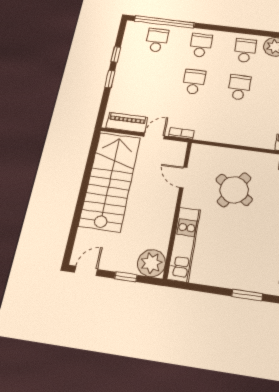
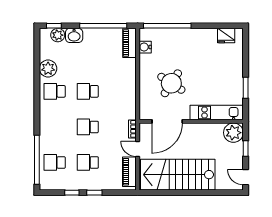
school desk: (201, 45) -> (88, 162), moved
door: (183, 177) -> (167, 121), width x1.87
window: (247, 295) -> (246, 88), moved

